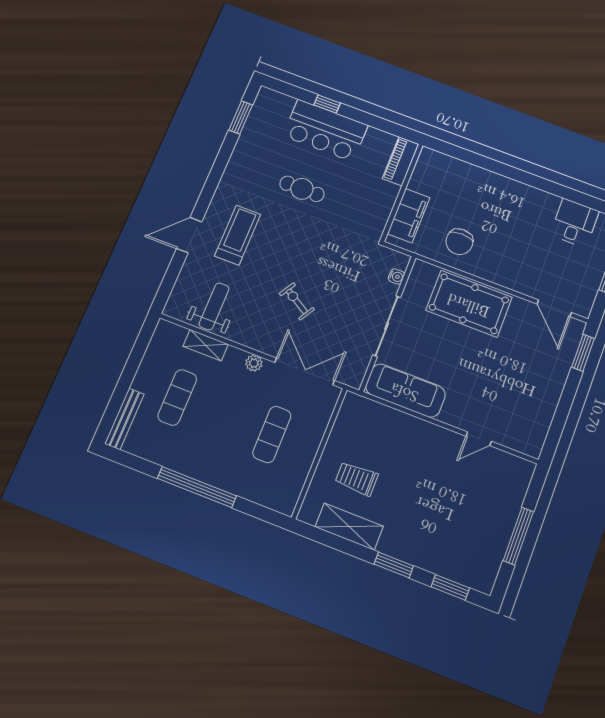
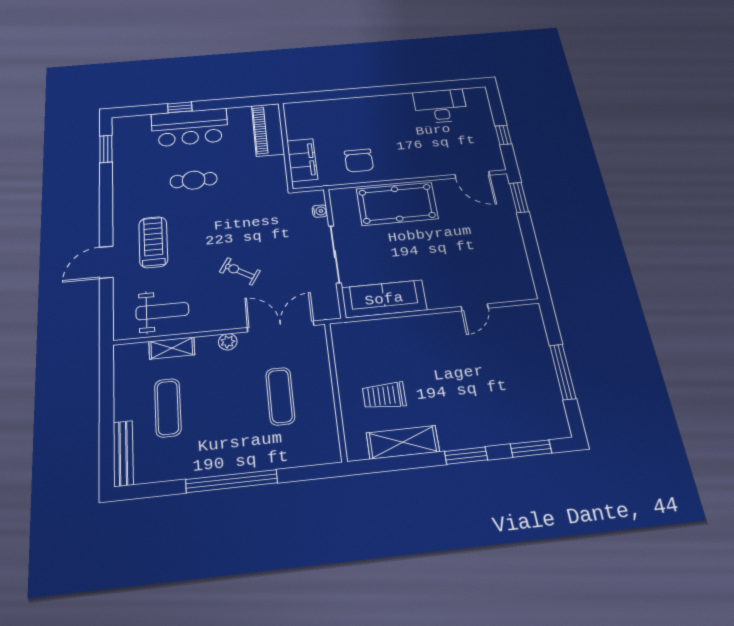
piano: (401, 161) -> (268, 130), width x1.37, depth x1.33
desk: (575, 223) -> (440, 106), width x1.37
weight bench: (214, 306) -> (162, 311), turned 90

